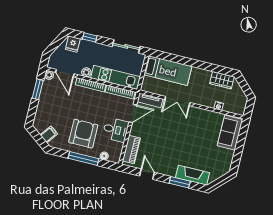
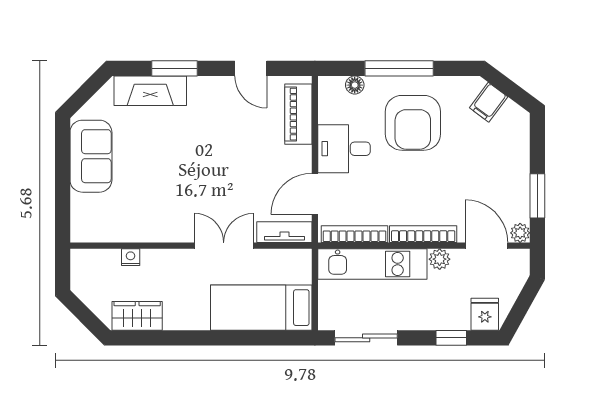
sofa: (230, 133) -> (91, 156), moved

